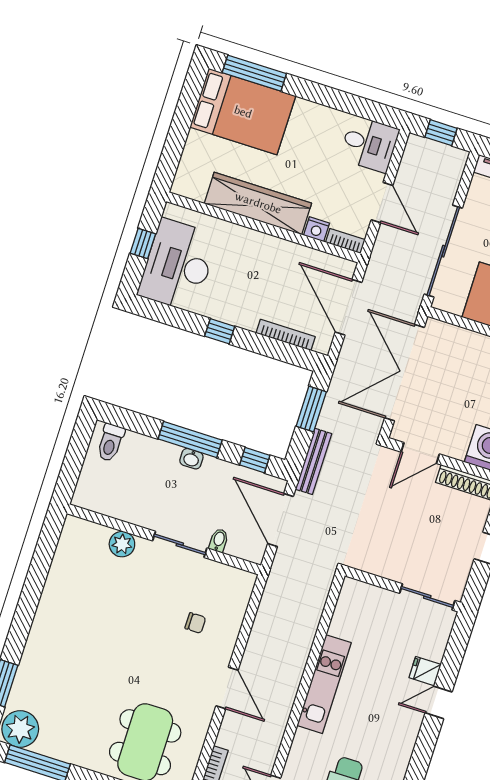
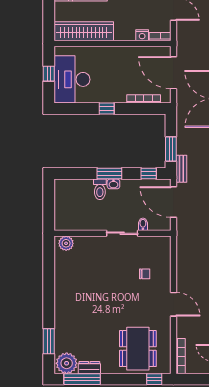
wardrobe: (258, 203) -> (84, 31), moved
window: (311, 409) -> (171, 149), moved
window: (190, 440) -> (109, 174), width x0.69
toilet: (110, 443) -> (100, 189), moved
bench: (313, 461) -> (181, 169), width x0.73
plant: (122, 544) -> (66, 243), moved
dresser: (55, 748) -> (89, 368), added

